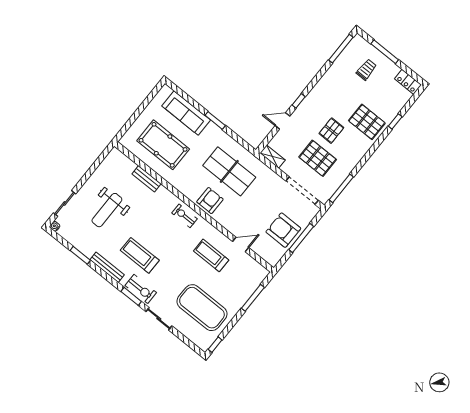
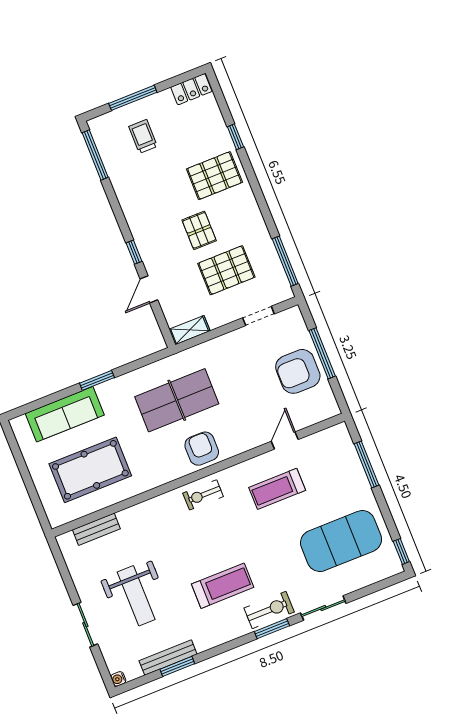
bench: (146, 179) -> (96, 529), moved
doorway: (302, 191) -> (258, 316), width x0.53
sliding door: (65, 203) -> (85, 625), moved
treadmill: (140, 255) -> (223, 586), turned 180
bench: (107, 267) -> (168, 657), moved

